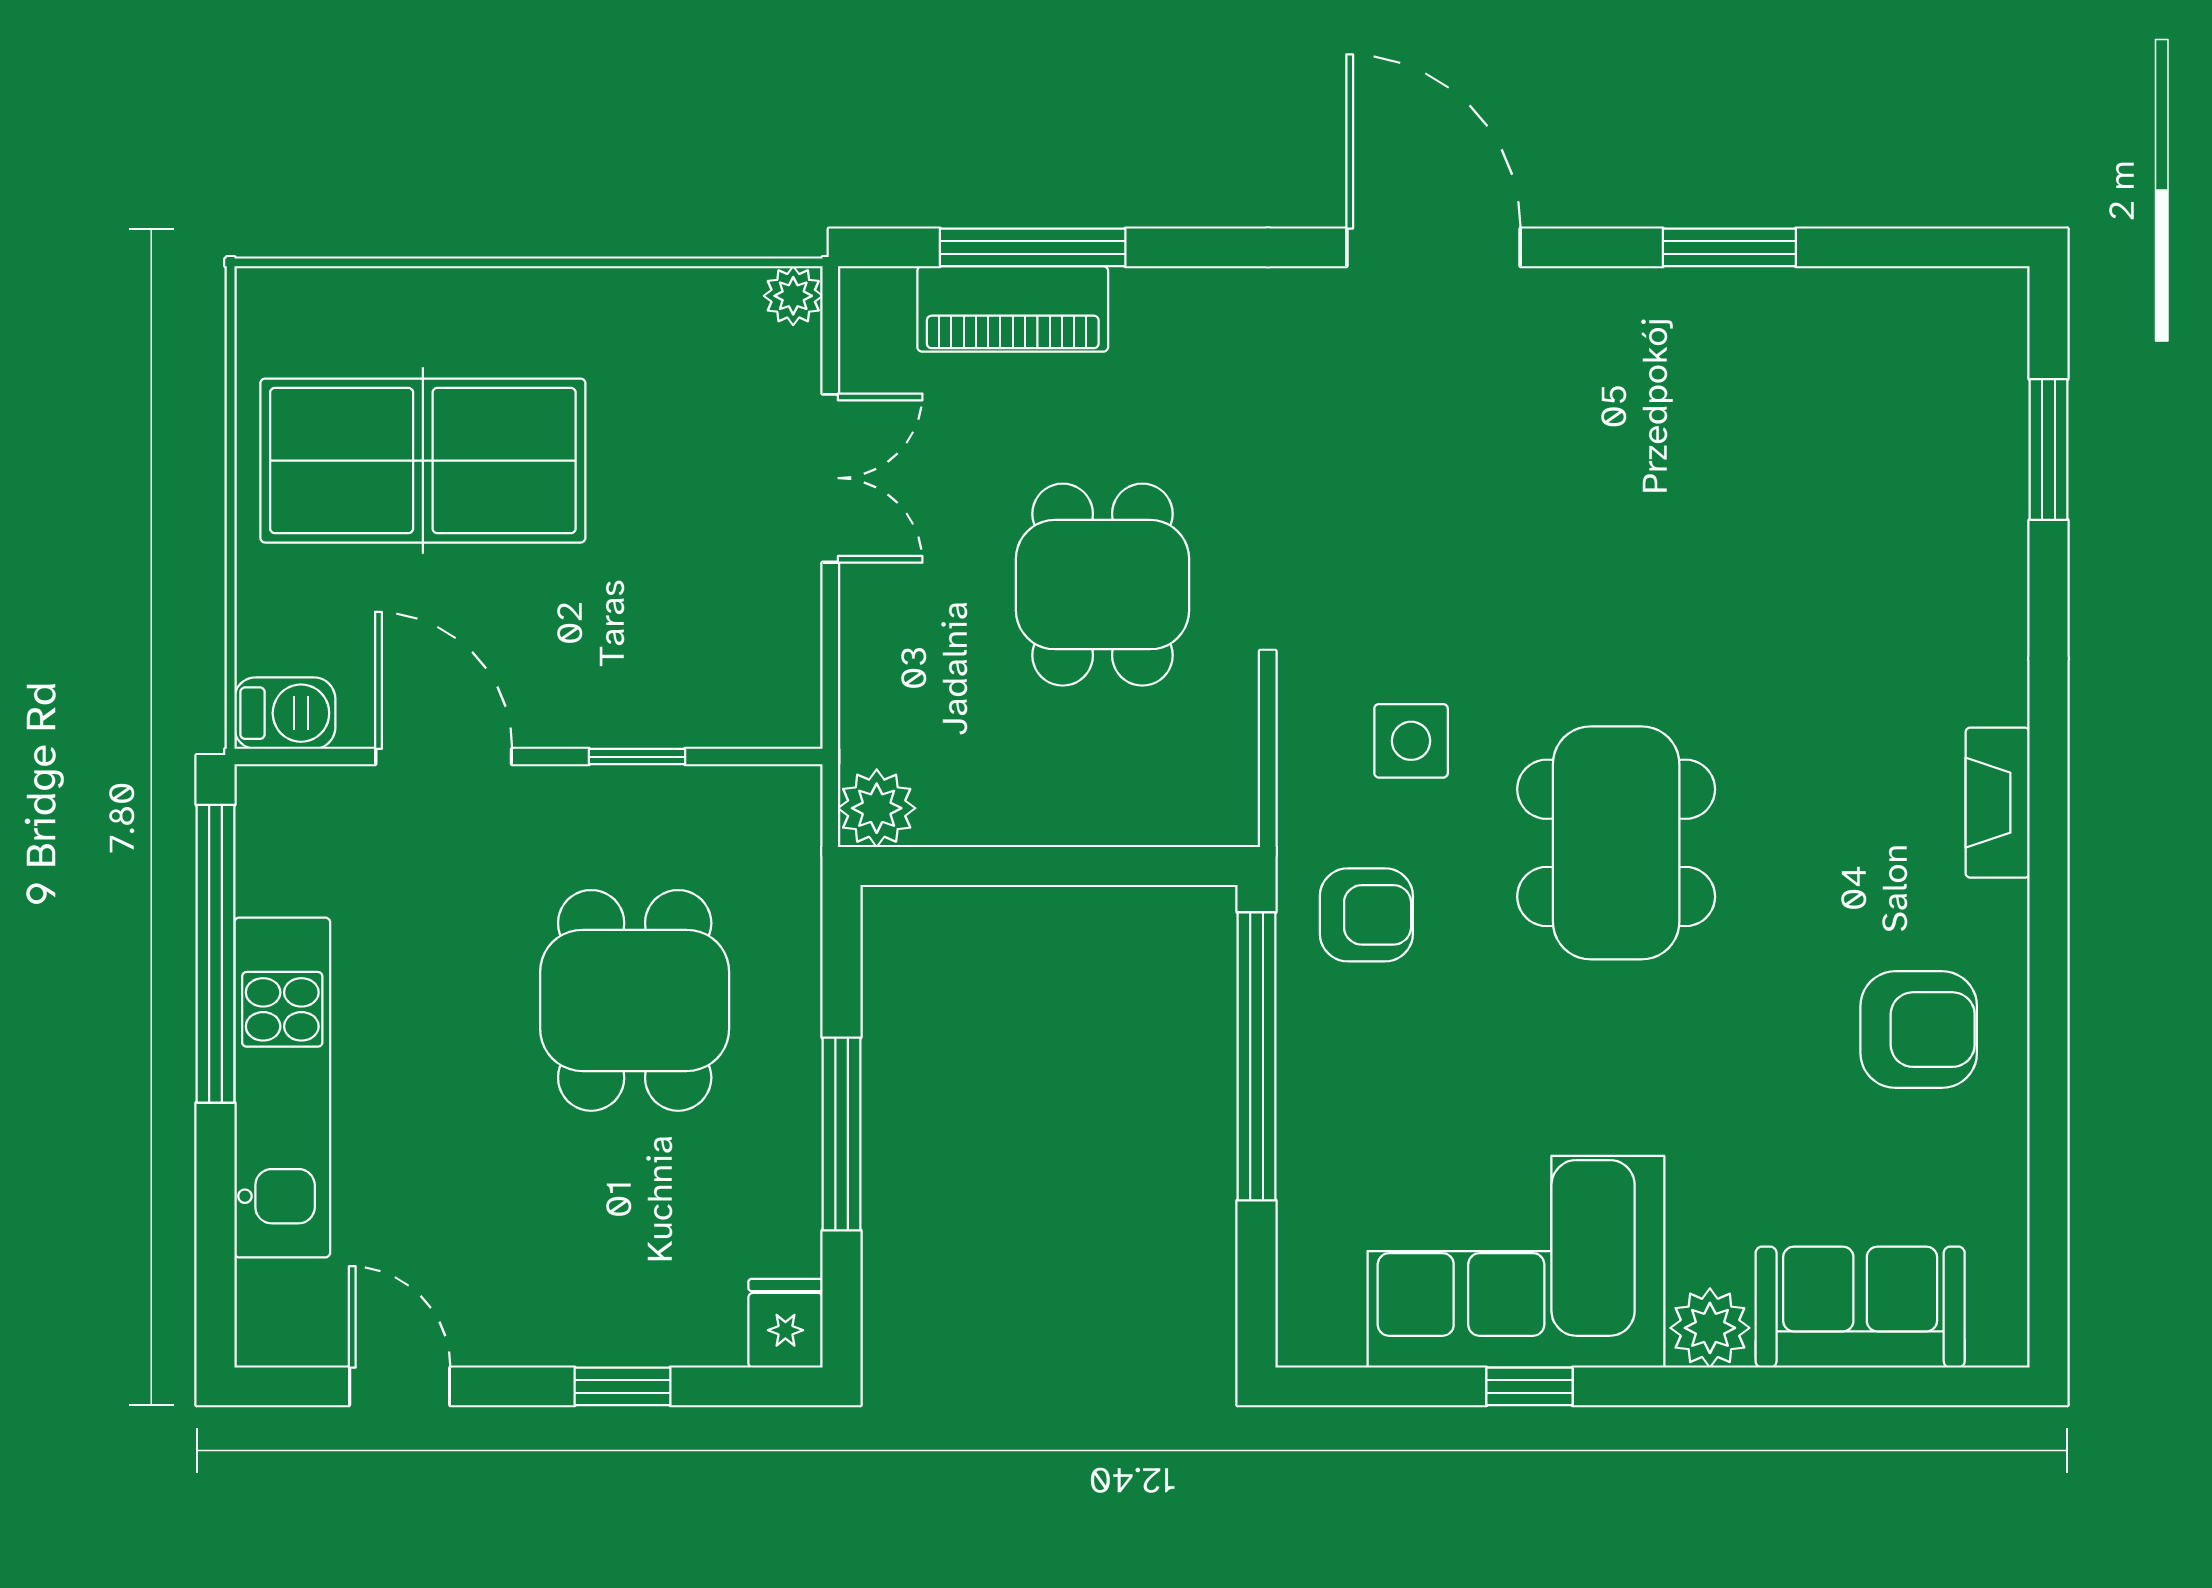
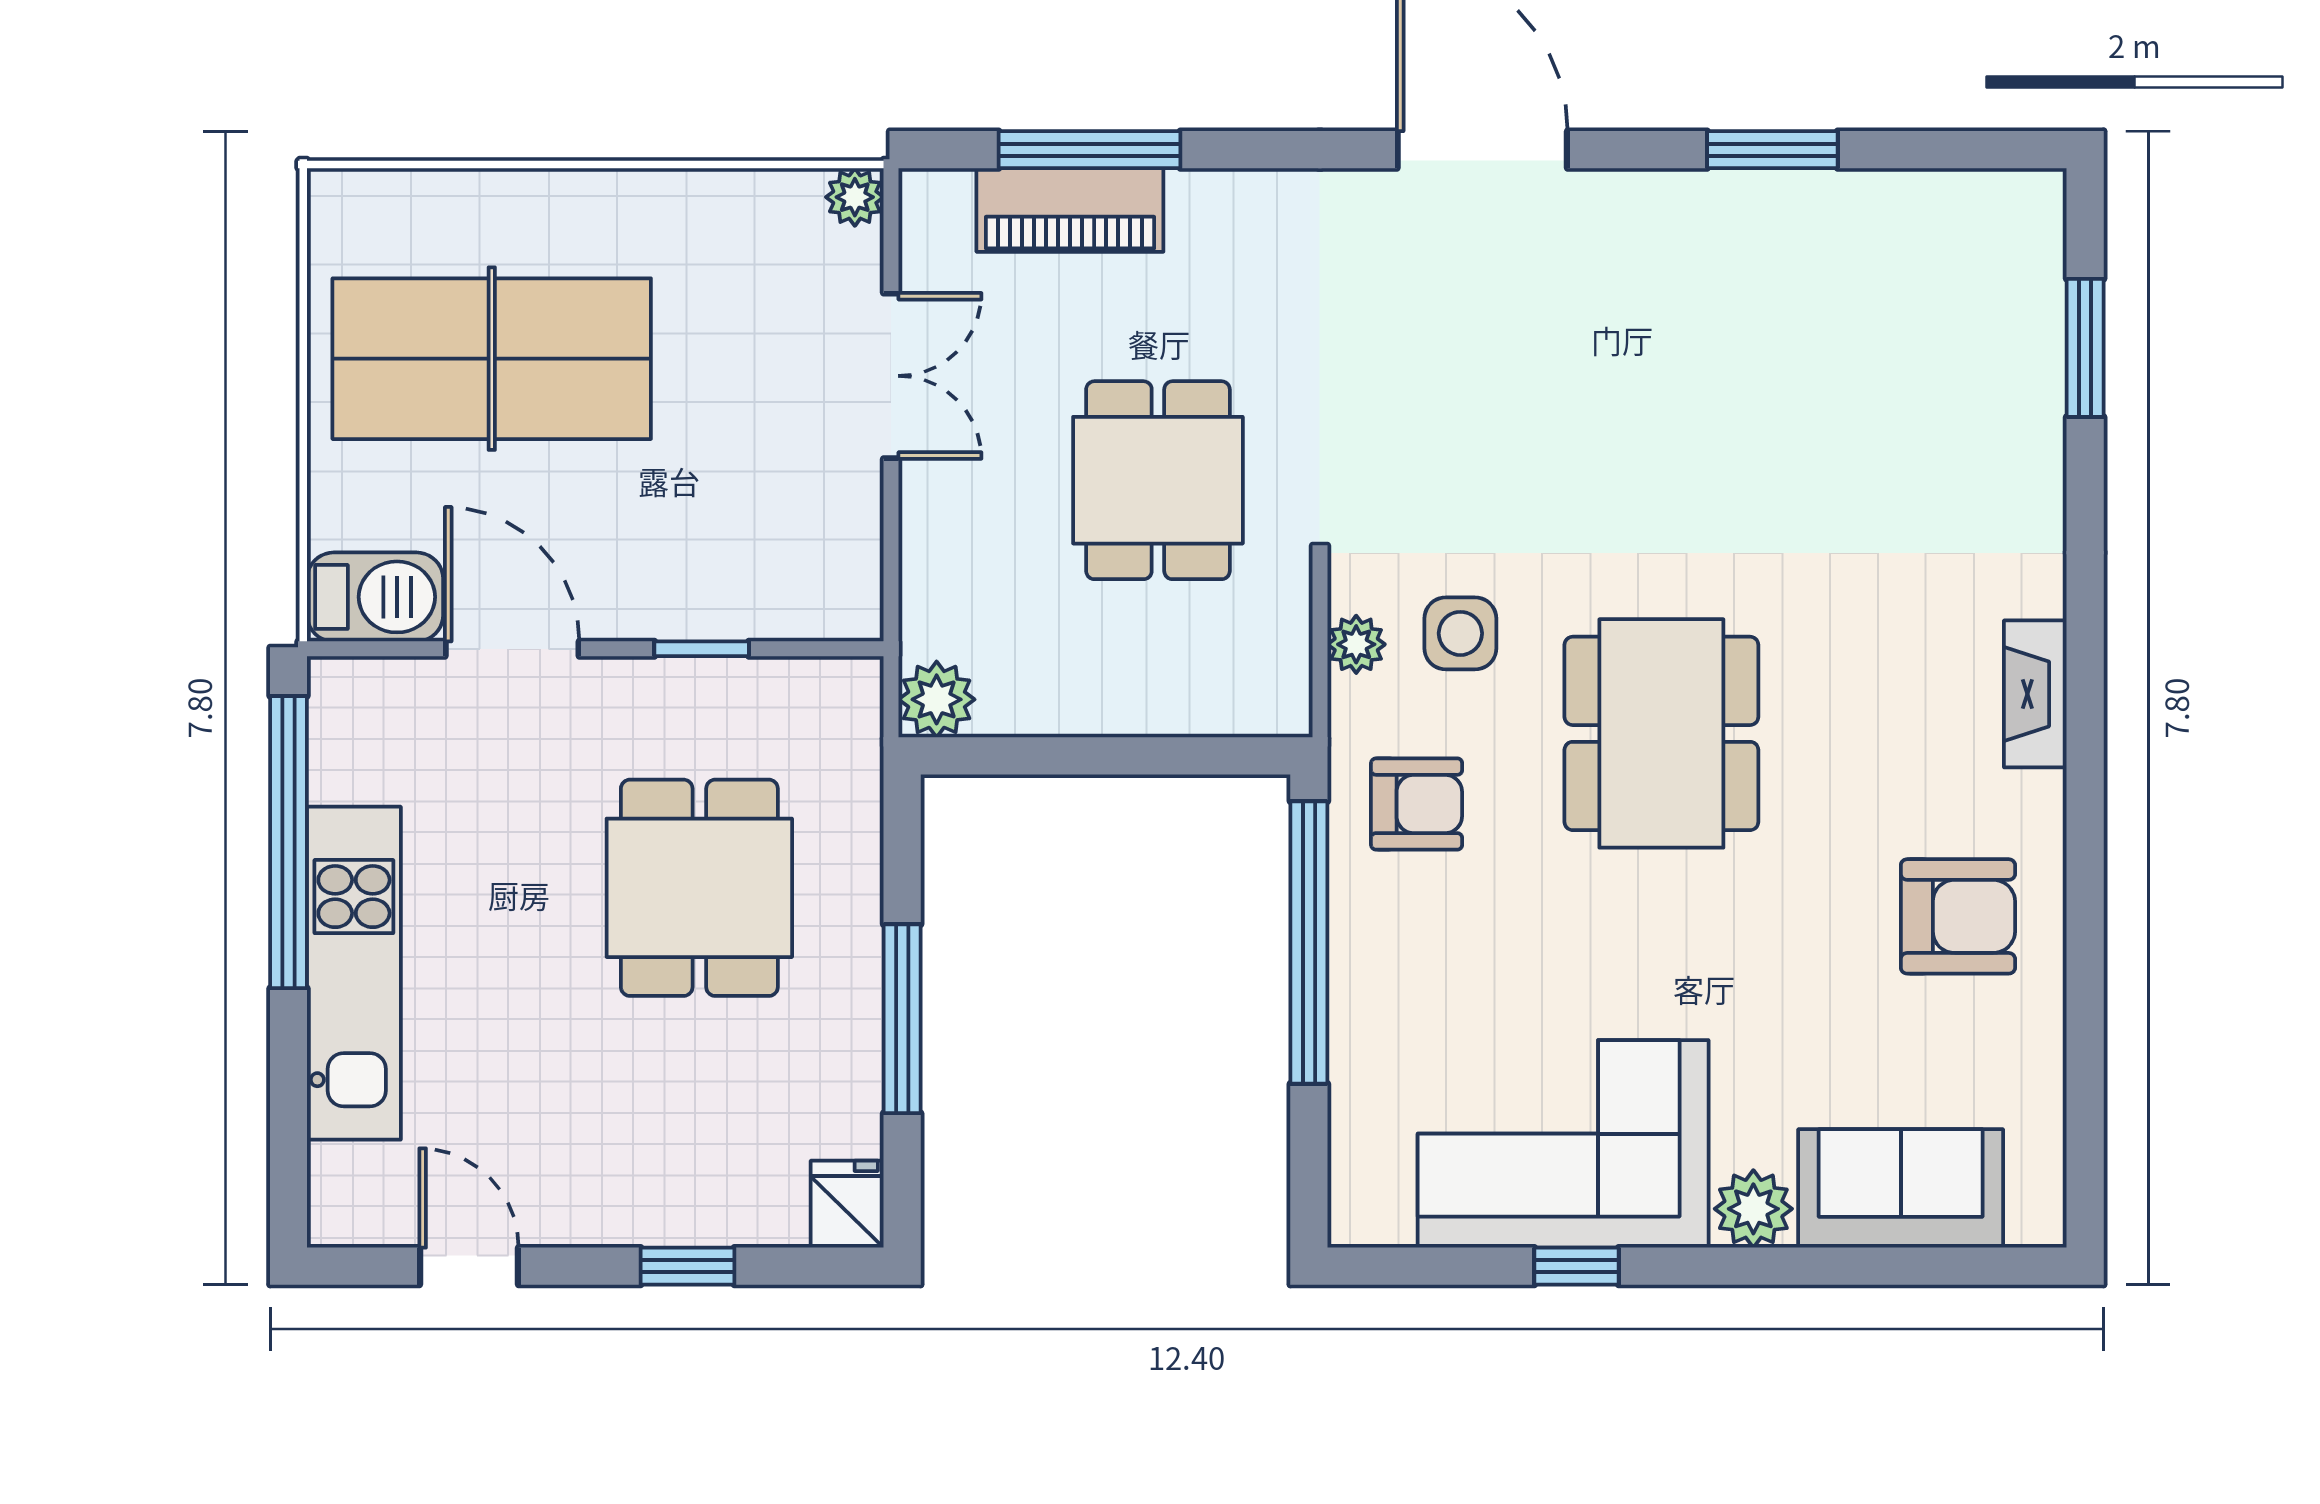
barbecue: (285, 713) -> (375, 597), width x1.38, depth x1.27
plant: (1305, 752) -> (1356, 644), added

